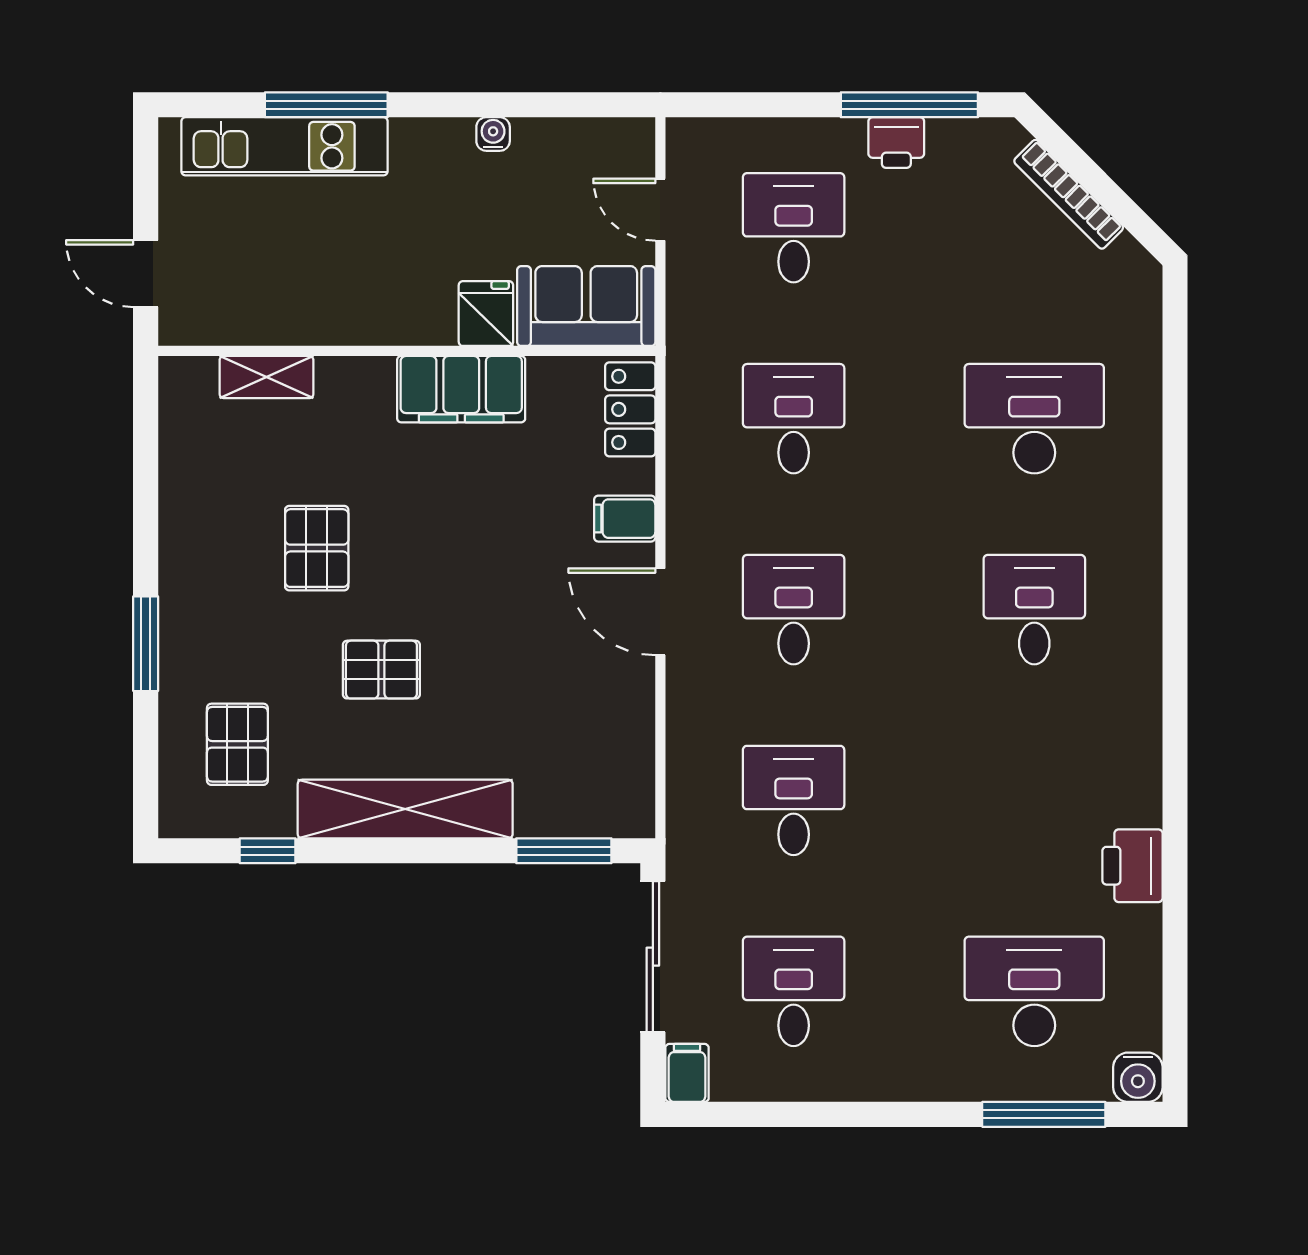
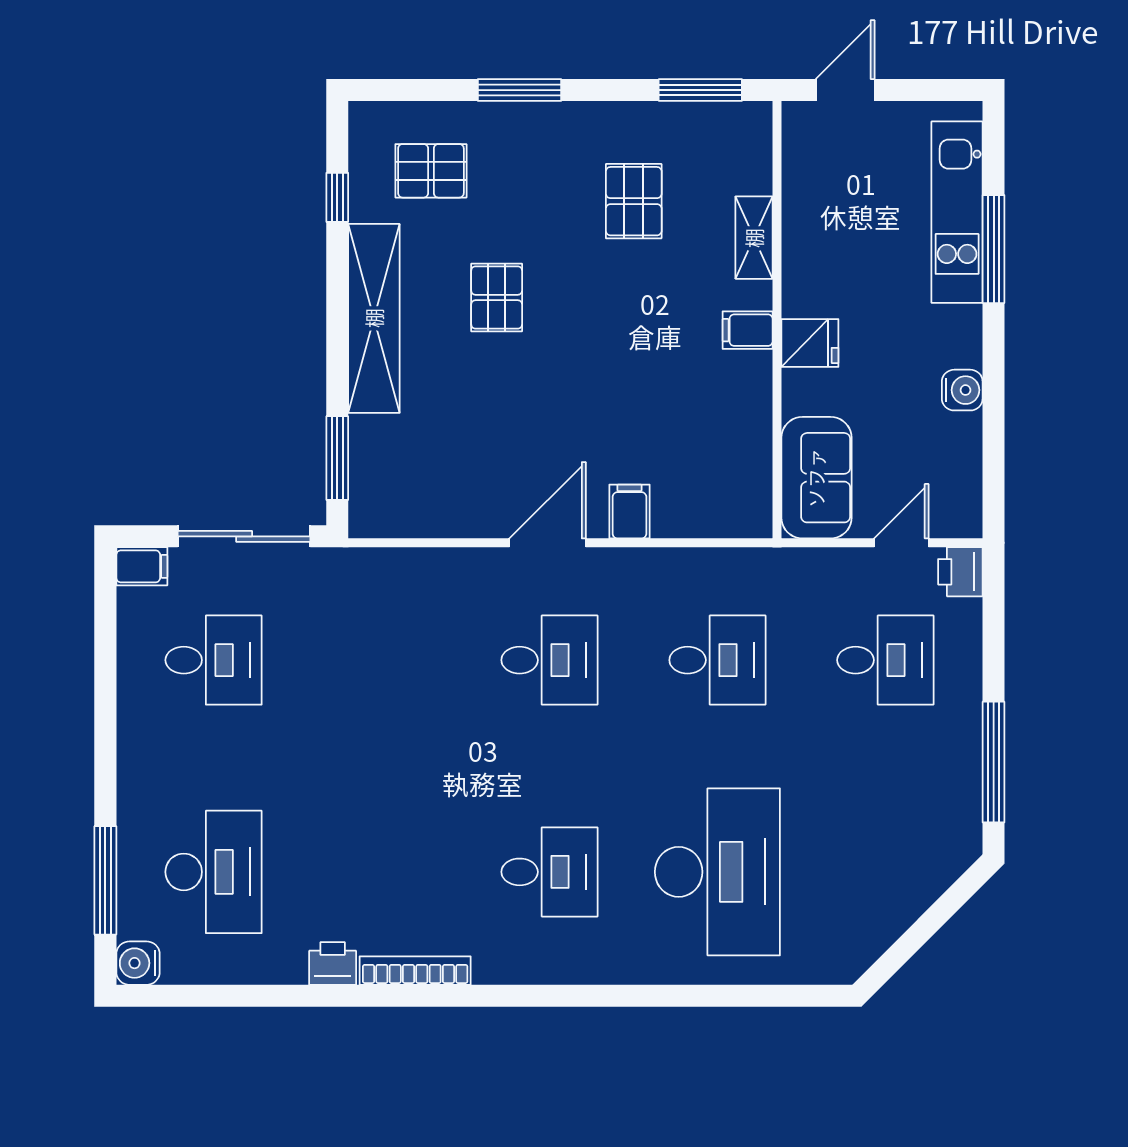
water cooler: (493, 134) -> (962, 390), width x1.38, depth x1.38
printer: (896, 143) -> (960, 572), moved
bookcase: (1069, 194) -> (415, 971), moved, turned 45
fridge: (486, 314) -> (810, 343), moved
shelving: (267, 377) -> (754, 238), moved
filing cabinet: (461, 389) -> (748, 330), width x0.33, depth x0.86
locker: (630, 409) -> (726, 516), removed
desk: (1034, 419) -> (717, 872), width x1.36, depth x1.30
window: (146, 438) -> (700, 90), added
pallet: (317, 548) -> (634, 201), moved, turned 90
desk: (794, 800) -> (381, 660), removed
printer: (1132, 866) -> (333, 963), width x0.73, depth x0.81

